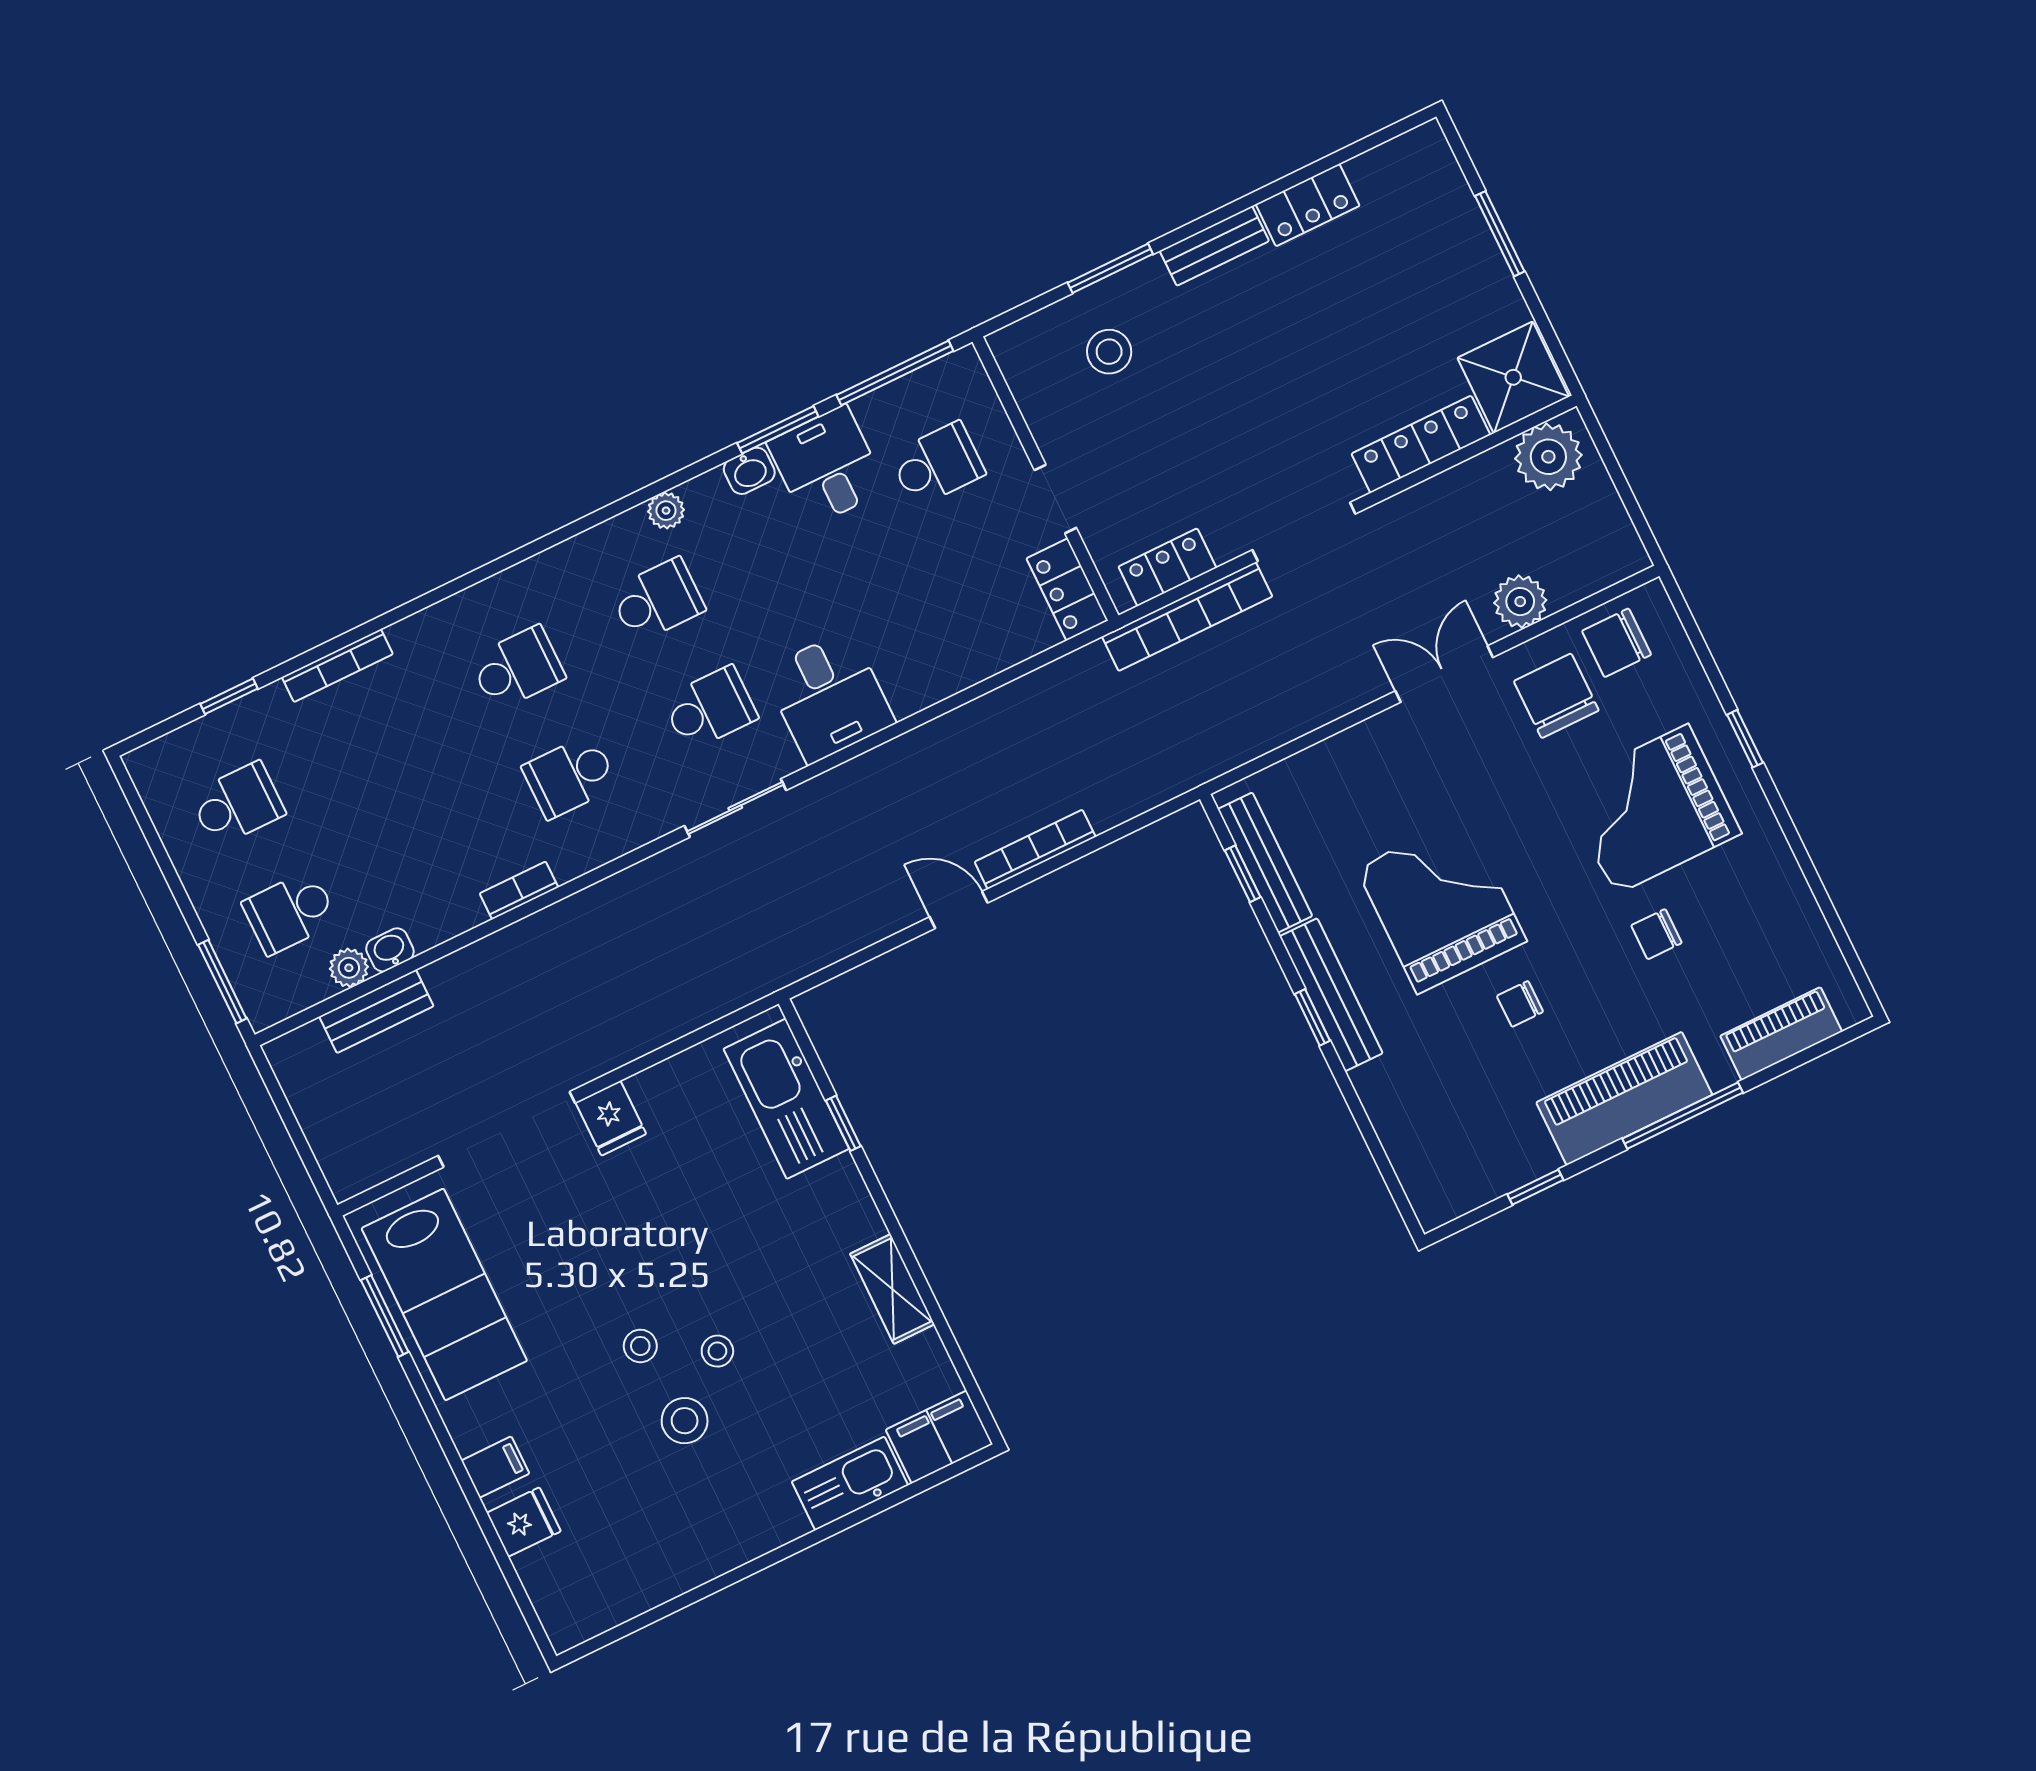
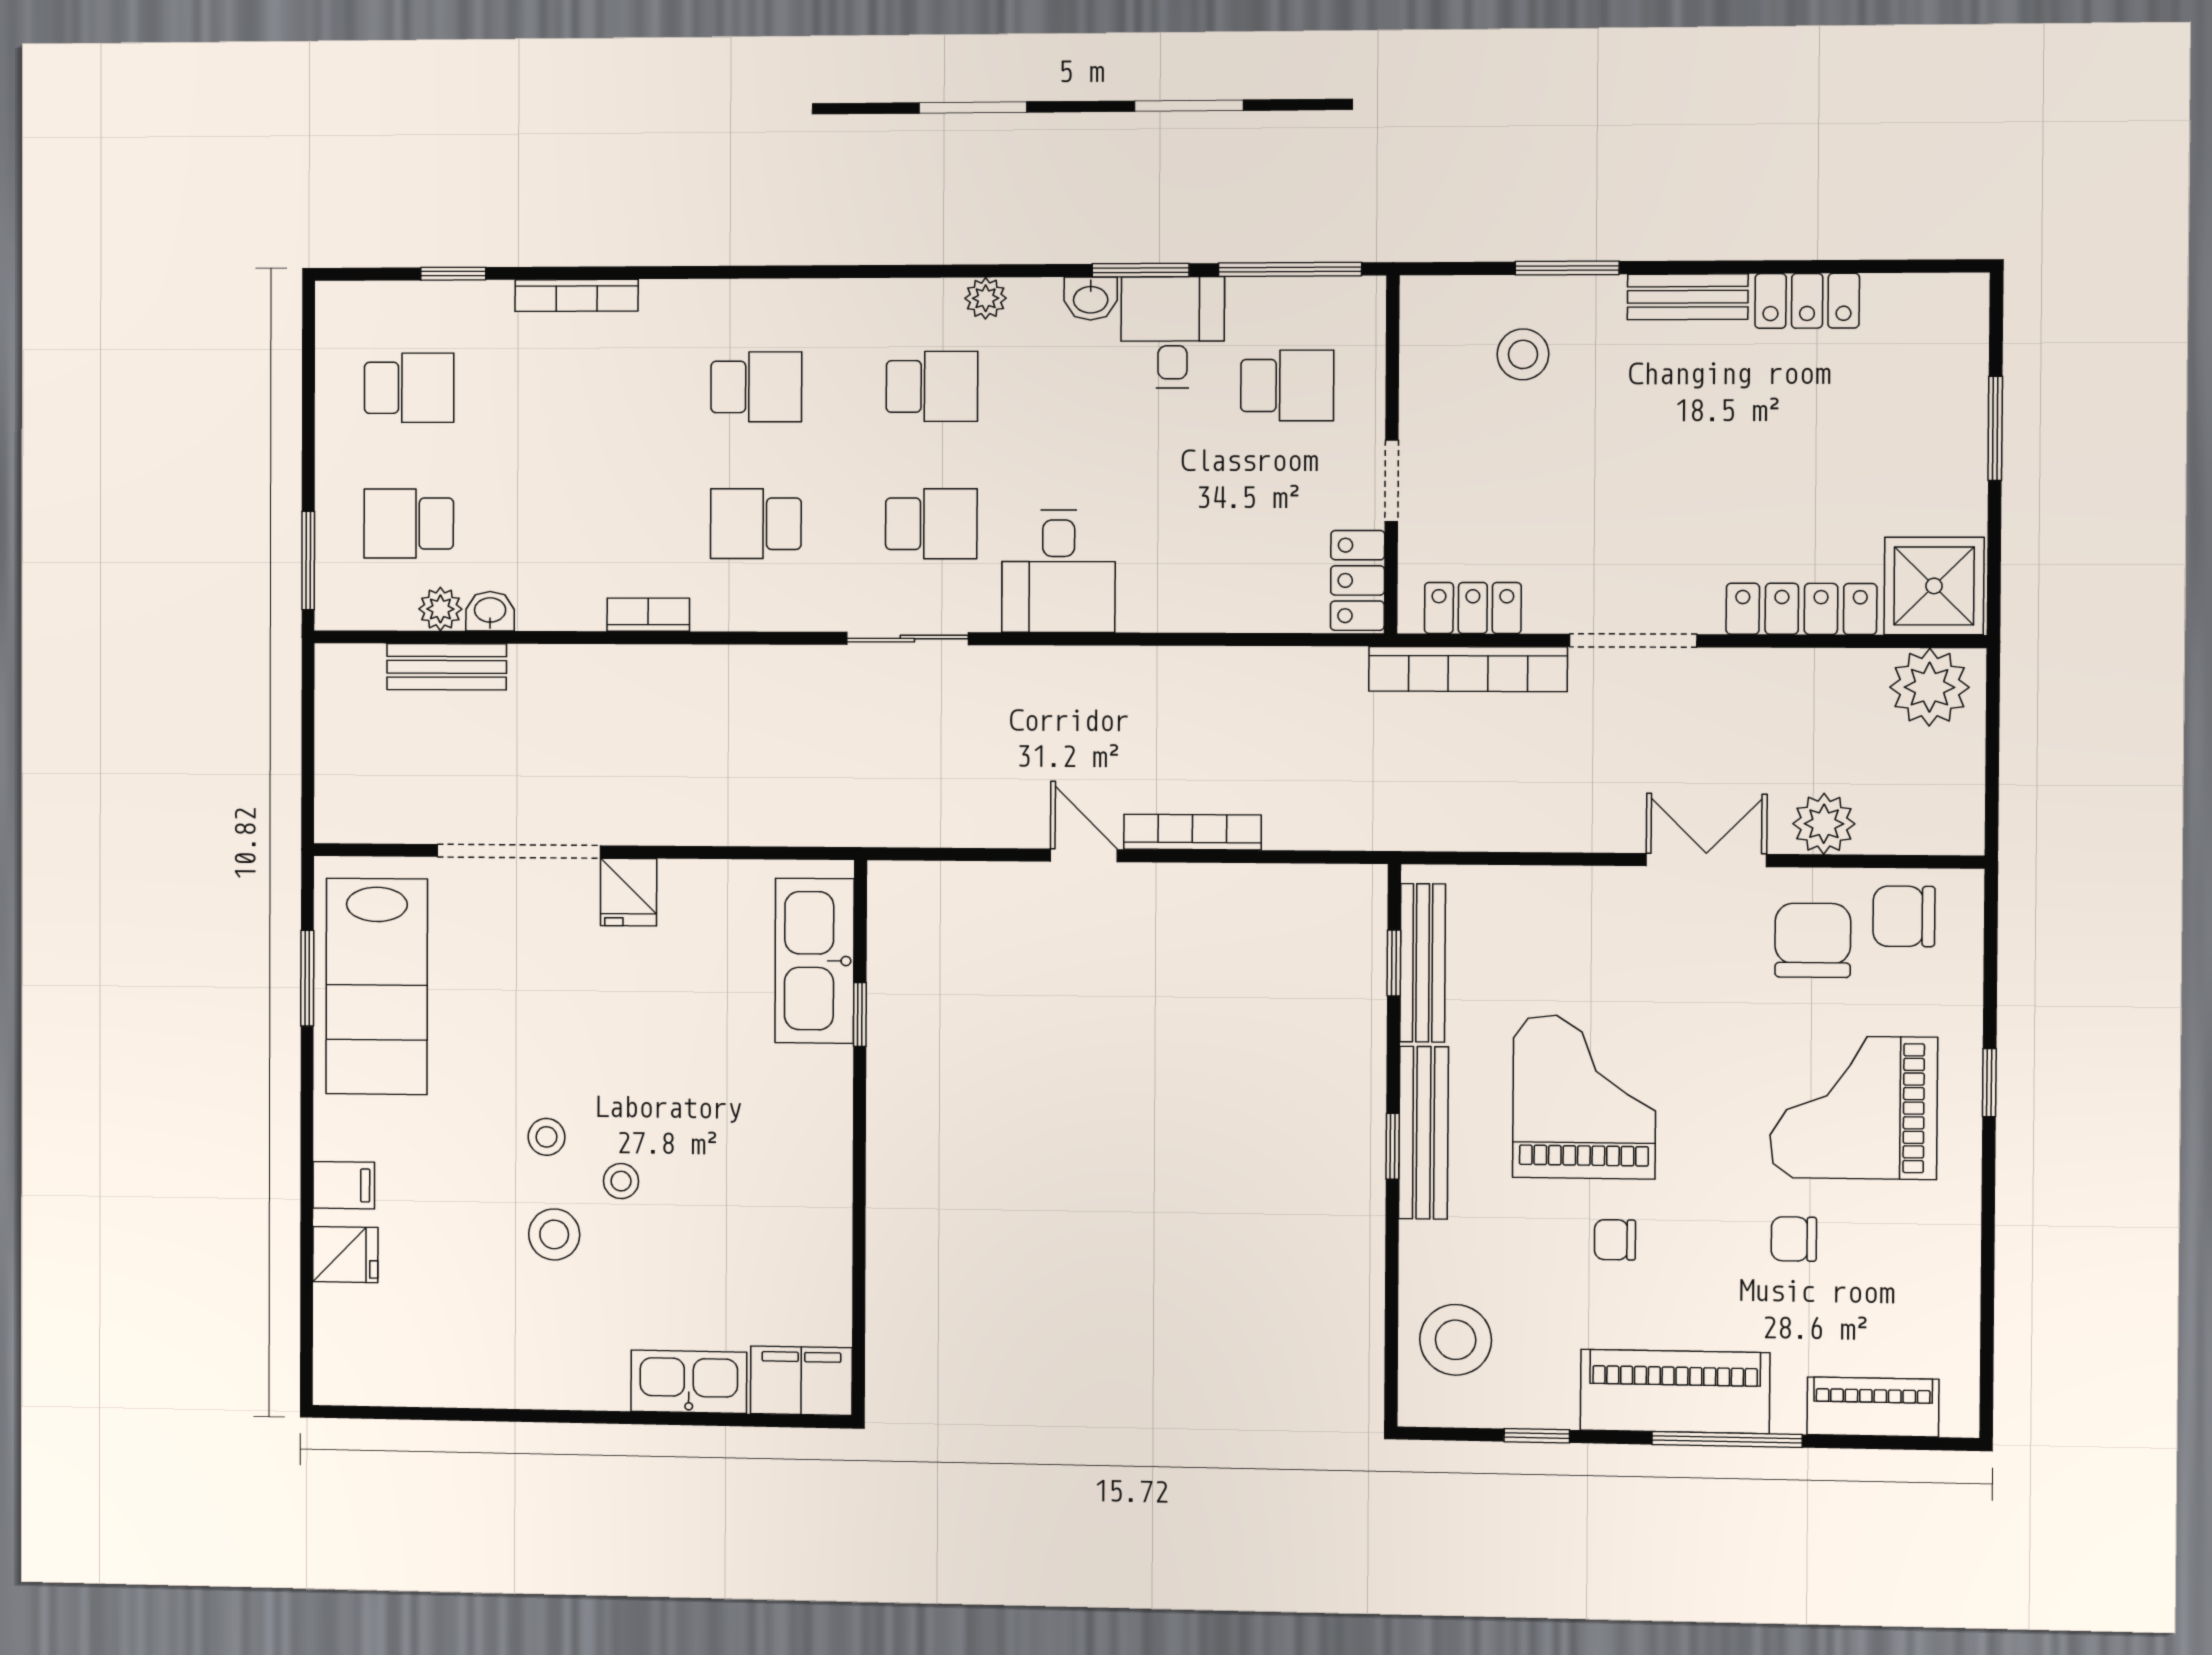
stool: (1436, 1144) -> (1456, 1340), added
shelving: (892, 1289) -> (827, 1207), removed

